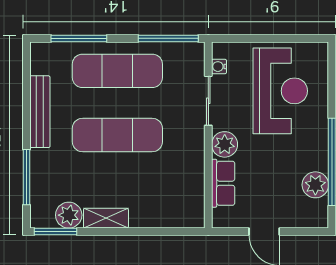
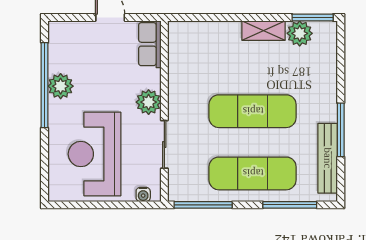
water cooler: (219, 67) -> (143, 194), moved, turned 90
bench: (40, 112) -> (328, 158), moved
window: (26, 177) -> (341, 130), moved
row of seats: (223, 183) -> (150, 44), moved
plant: (315, 185) -> (61, 86), moved

